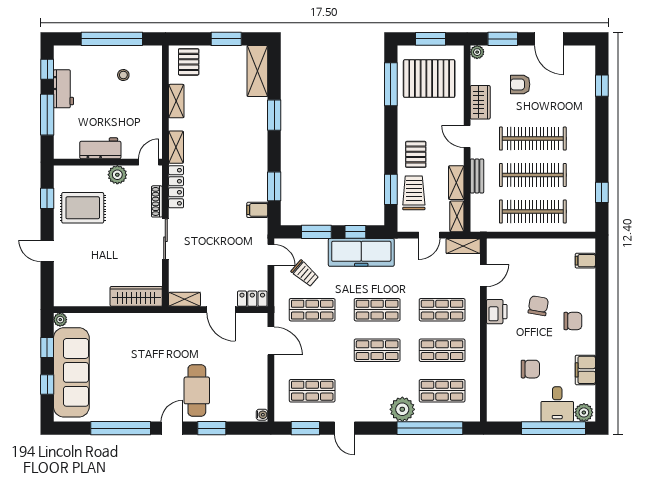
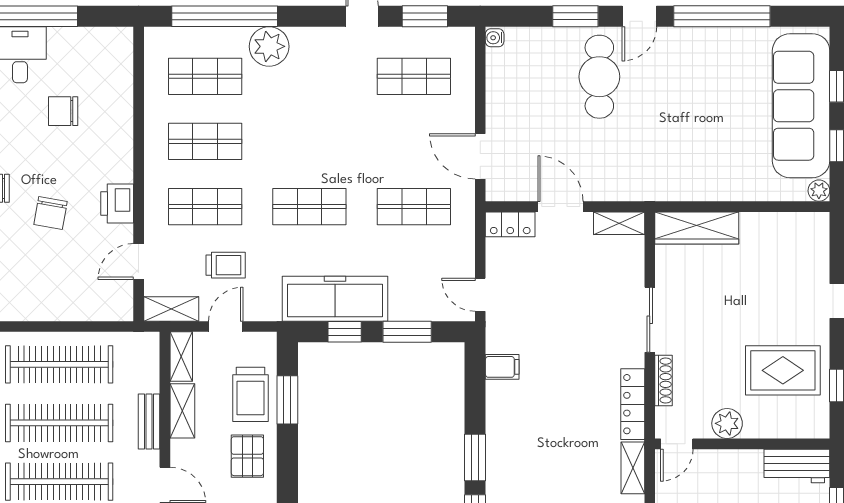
workbench: (100, 148) -> (797, 466), moved
window: (274, 186) -> (475, 457), moved
trolley: (305, 273) -> (226, 265), moved, turned 139
shop shelf: (377, 350) -> (309, 141), removed

